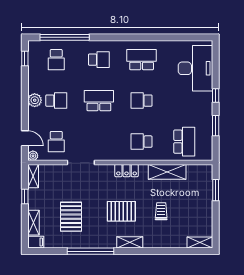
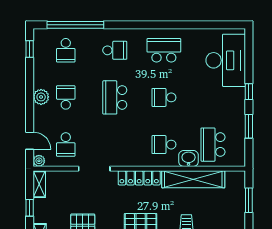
school desk: (56, 101) -> (66, 97), turned -90
school desk: (99, 101) -> (115, 97), turned -90
school desk: (184, 142) -> (213, 145), turned 180
washbasin: (163, 154) -> (189, 158), added
locker: (127, 171) -> (139, 178), width x1.53
shelving: (167, 172) -> (193, 179), width x1.47

